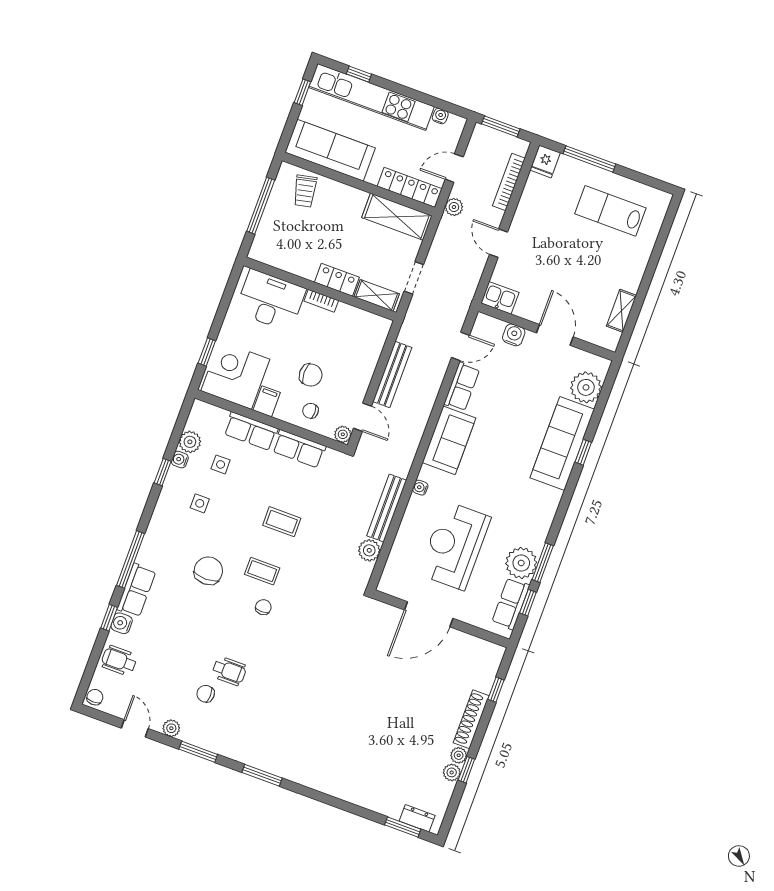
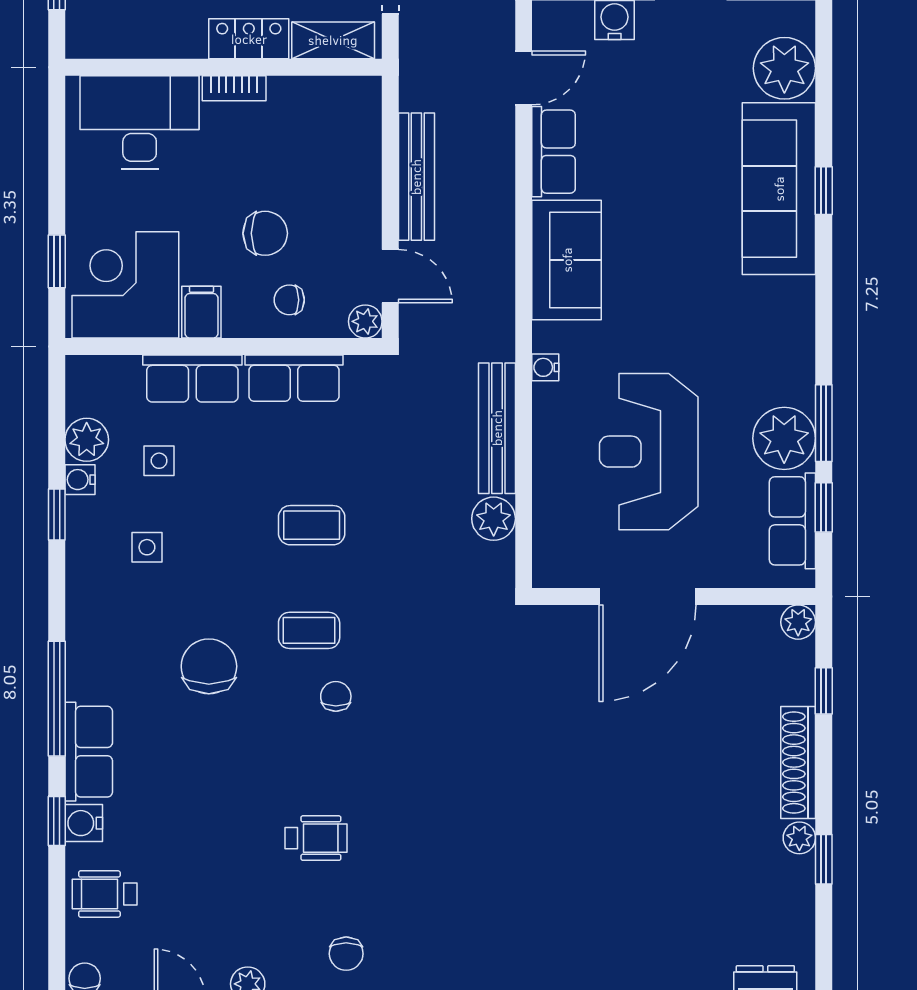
chair: (206, 694) -> (346, 954), moved, turned -90
plant: (452, 772) -> (798, 622), moved

